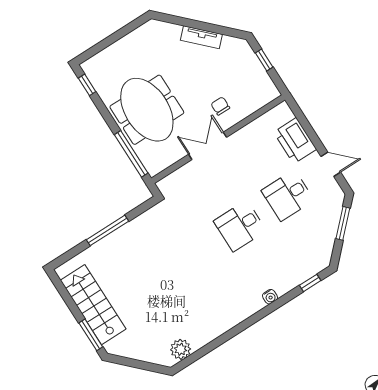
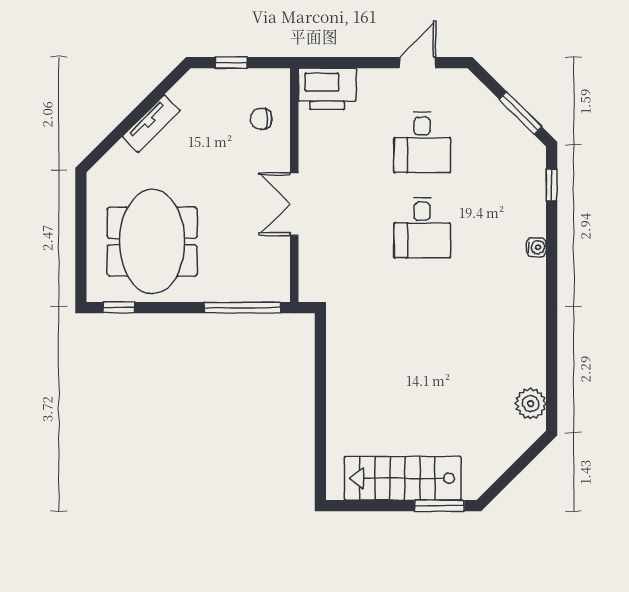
chair: (220, 106) -> (261, 119), moved
meeting table: (147, 110) -> (152, 242), moved, turned 90
printer: (295, 141) -> (327, 89), moved
window: (343, 223) -> (521, 113), moved
window: (107, 230) -> (320, 400), removed

